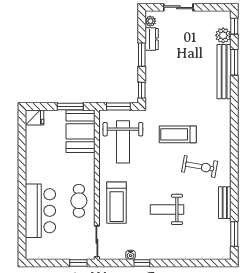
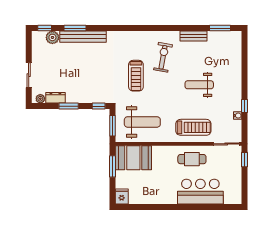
weight bench: (167, 209) -> (199, 85), turned 90

